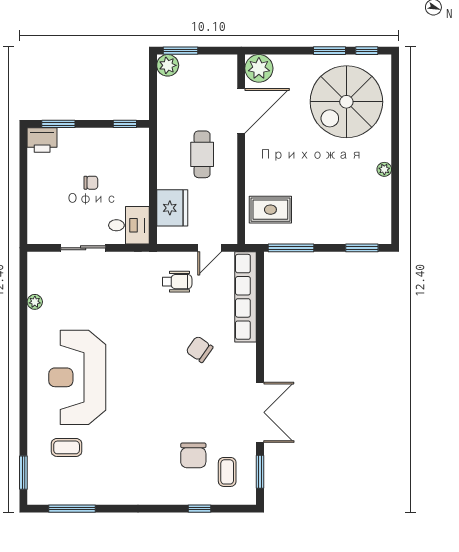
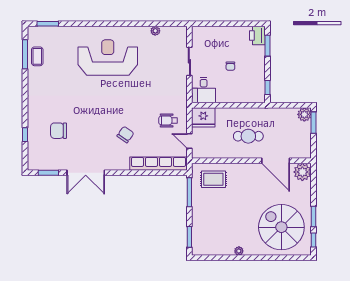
fridge: (172, 208) -> (203, 117), moved
rug: (270, 210) -> (213, 179), turned 90
wheelchair: (177, 282) -> (168, 120), turned 90
coffee table: (67, 447) -> (37, 56), moved
coffee table: (227, 472) -> (48, 152), removed

